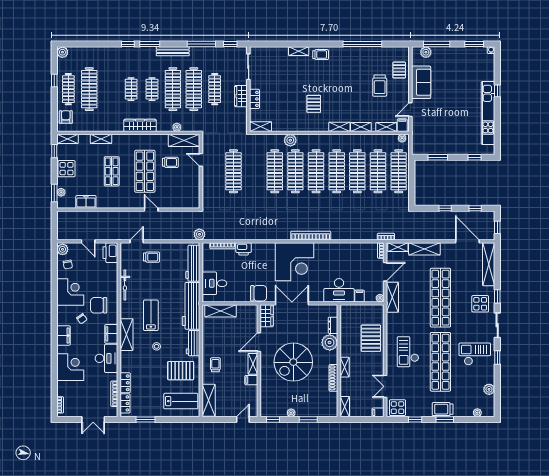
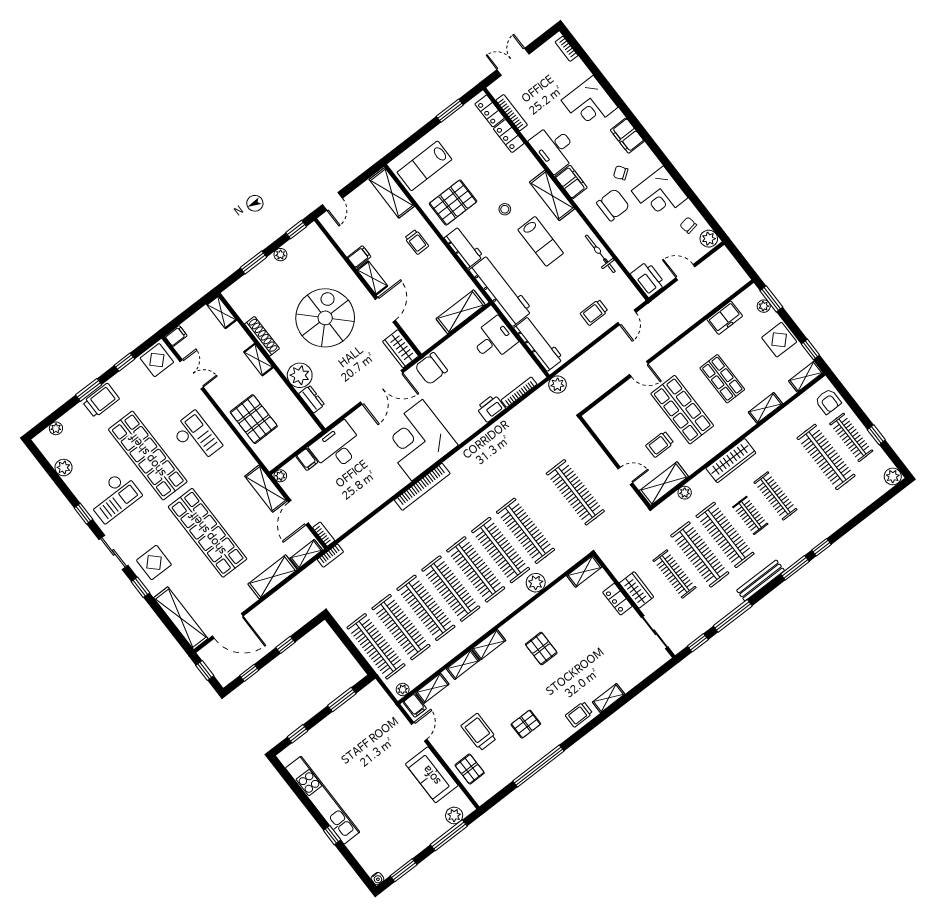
pallet: (352, 71) -> (526, 724), added
clothes rail: (131, 89) -> (775, 496), width x1.36

